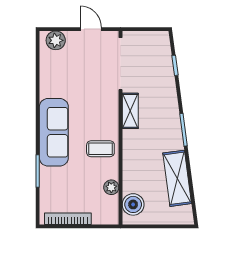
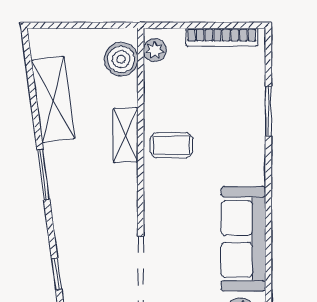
shelving: (130, 111) -> (126, 135), moved
sofa: (54, 132) -> (243, 239), moved
plant: (111, 187) -> (155, 50), moved

